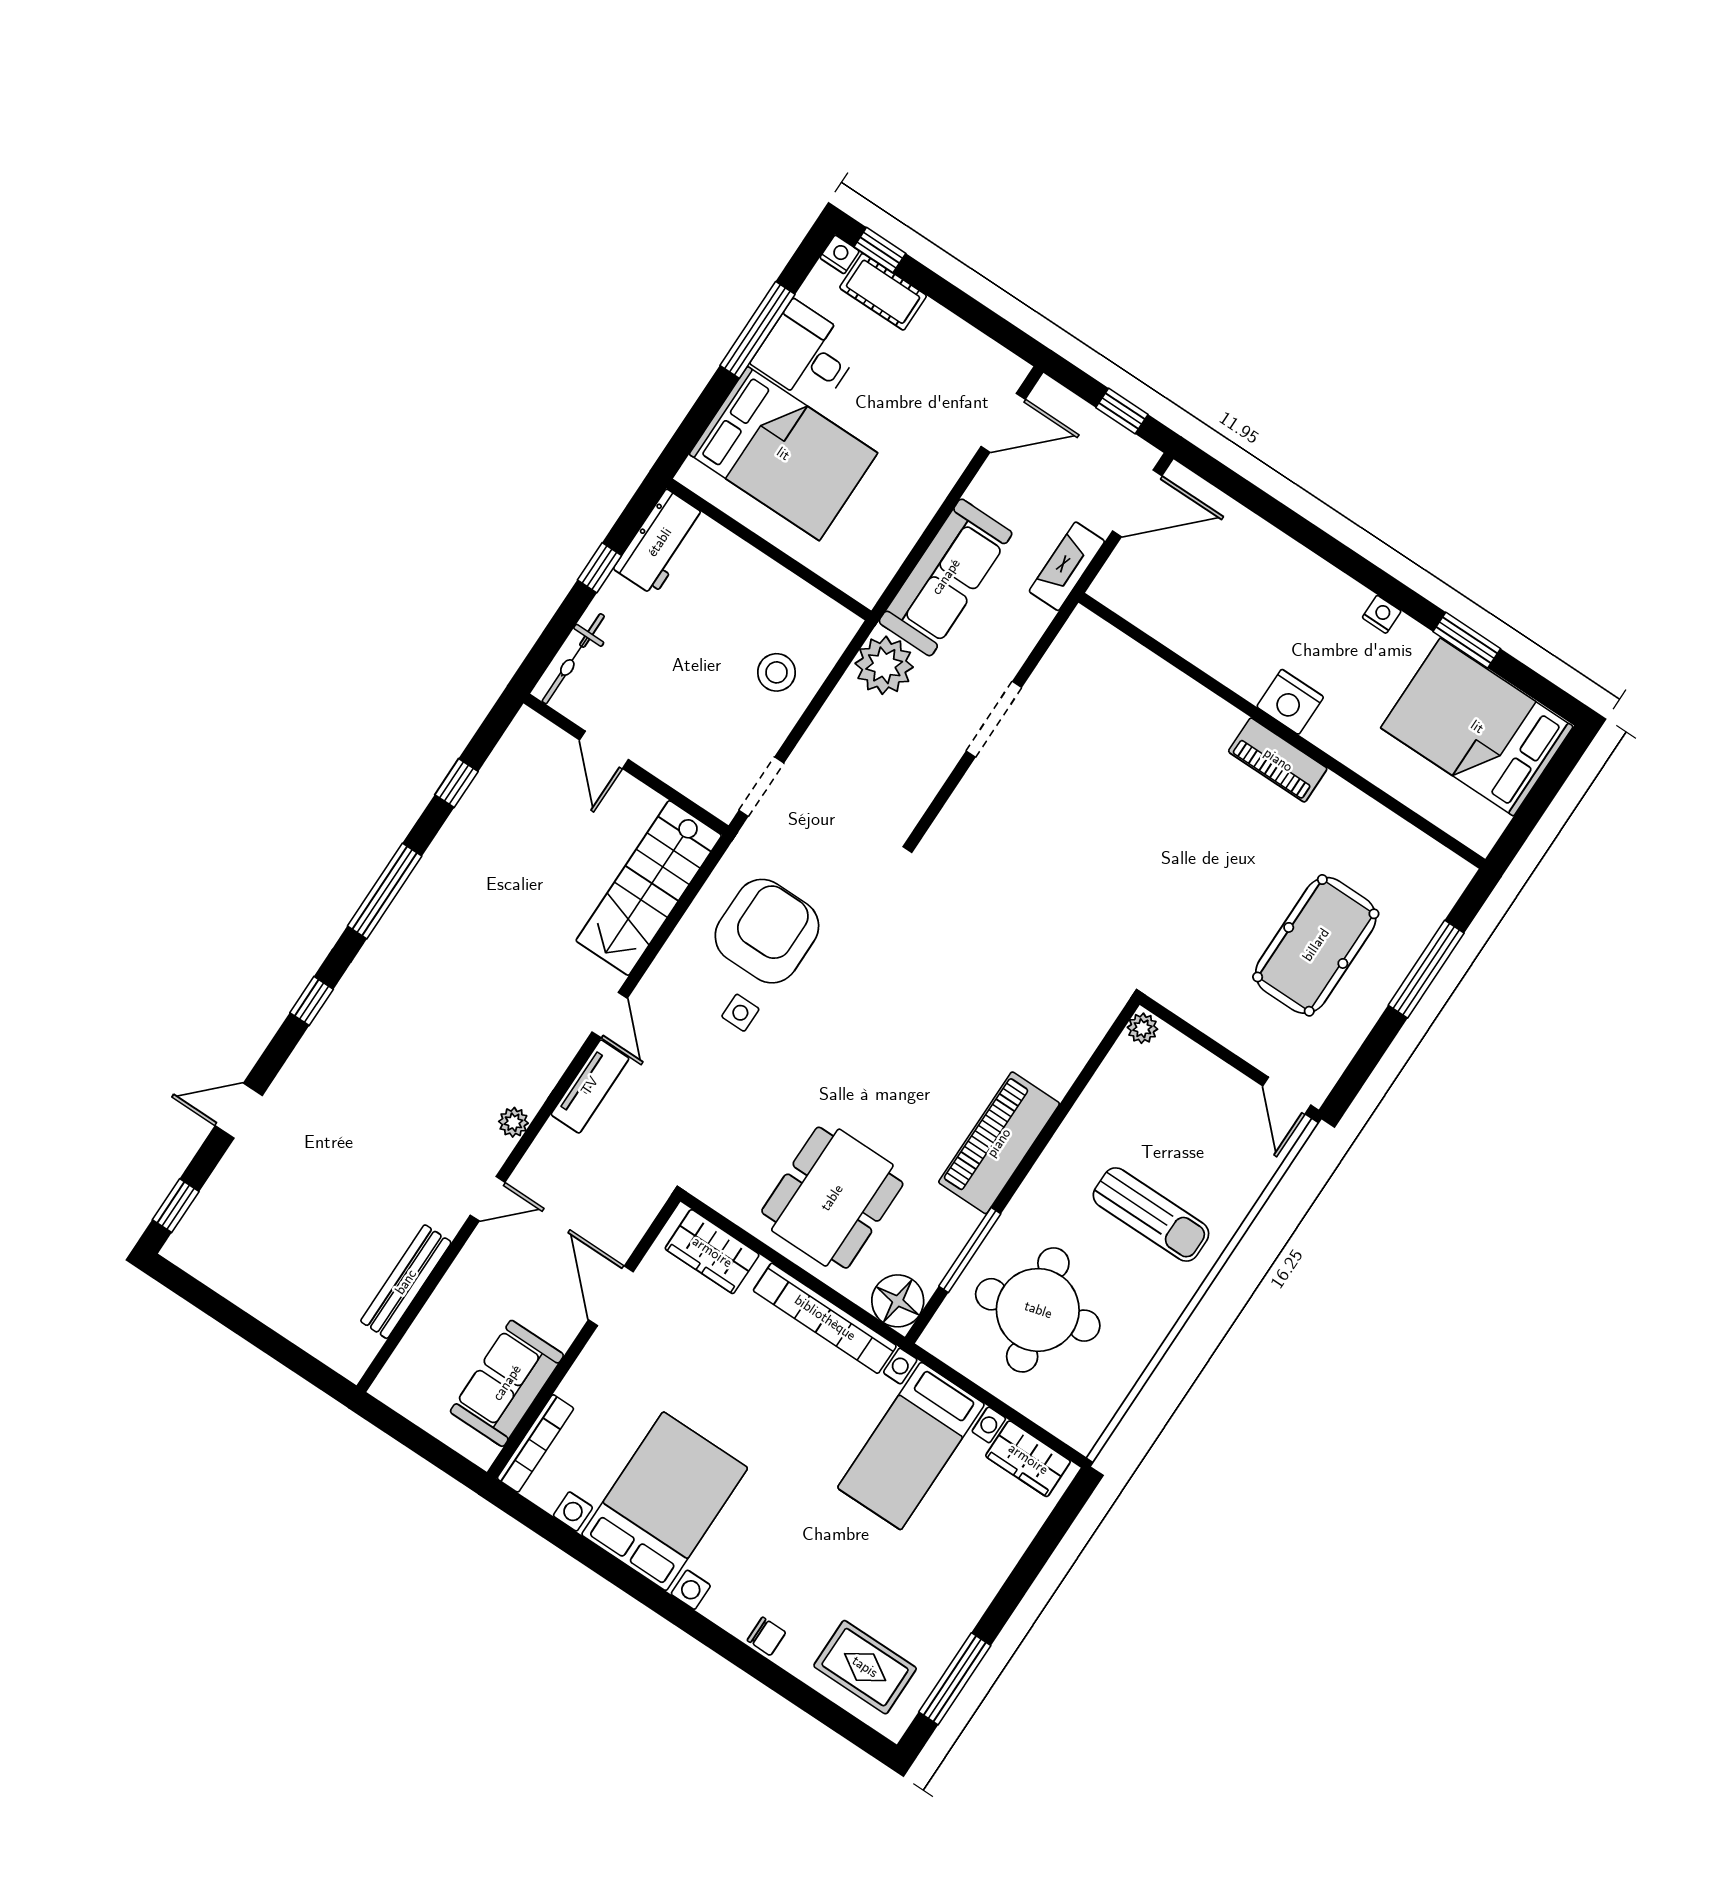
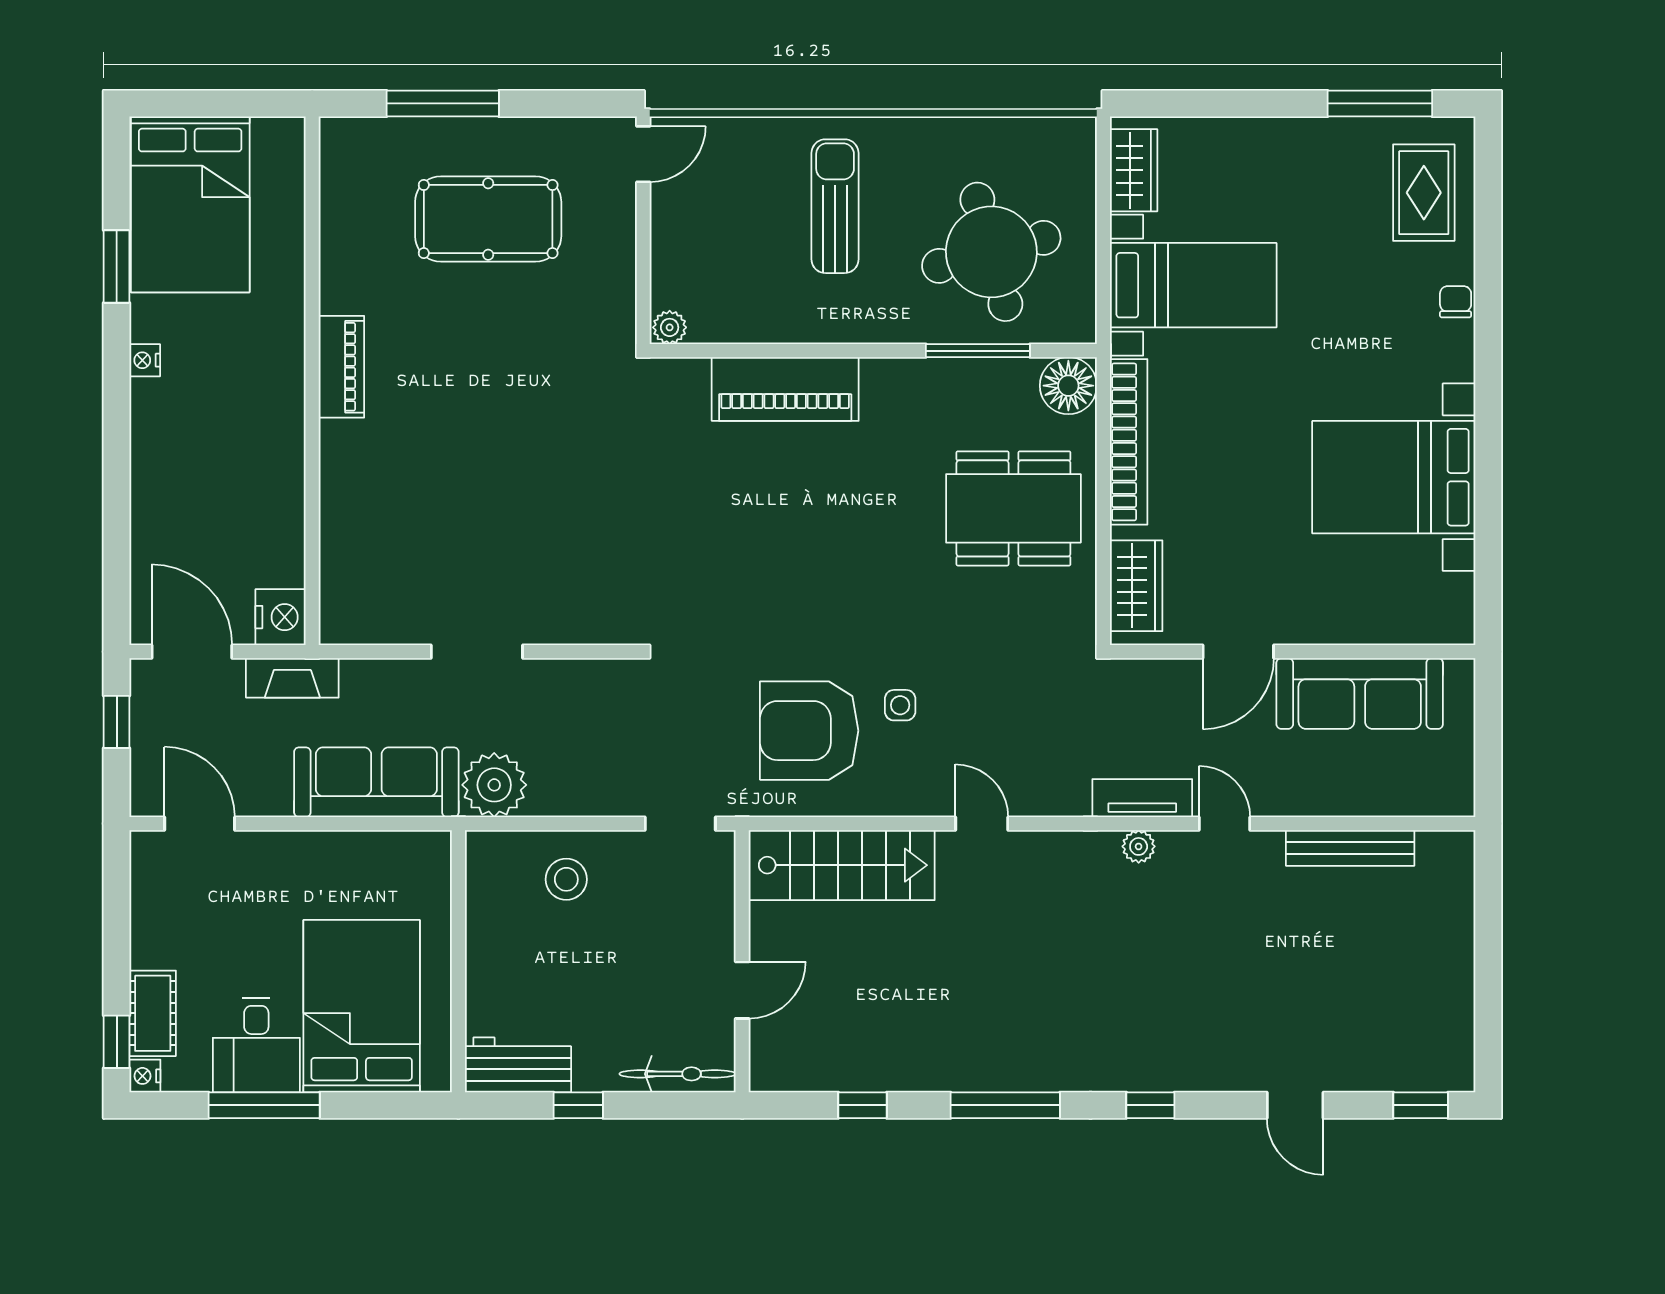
nightstand: (1290, 702) -> (281, 617), moved
door: (610, 1015) -> (982, 824), hinge flipped
tv unit: (590, 1086) -> (1142, 798), moved
piano: (999, 1143) -> (785, 389), moved
sofa: (507, 1383) -> (1360, 693), width x1.36
bookcase: (535, 1443) -> (1419, 631), removed

